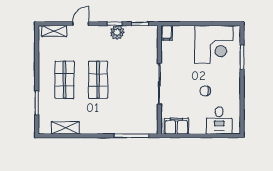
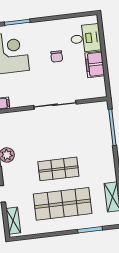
shop shelf: (64, 80) -> (63, 204), width x1.43, depth x1.36
filing cabinet: (176, 126) -> (95, 64), moved

